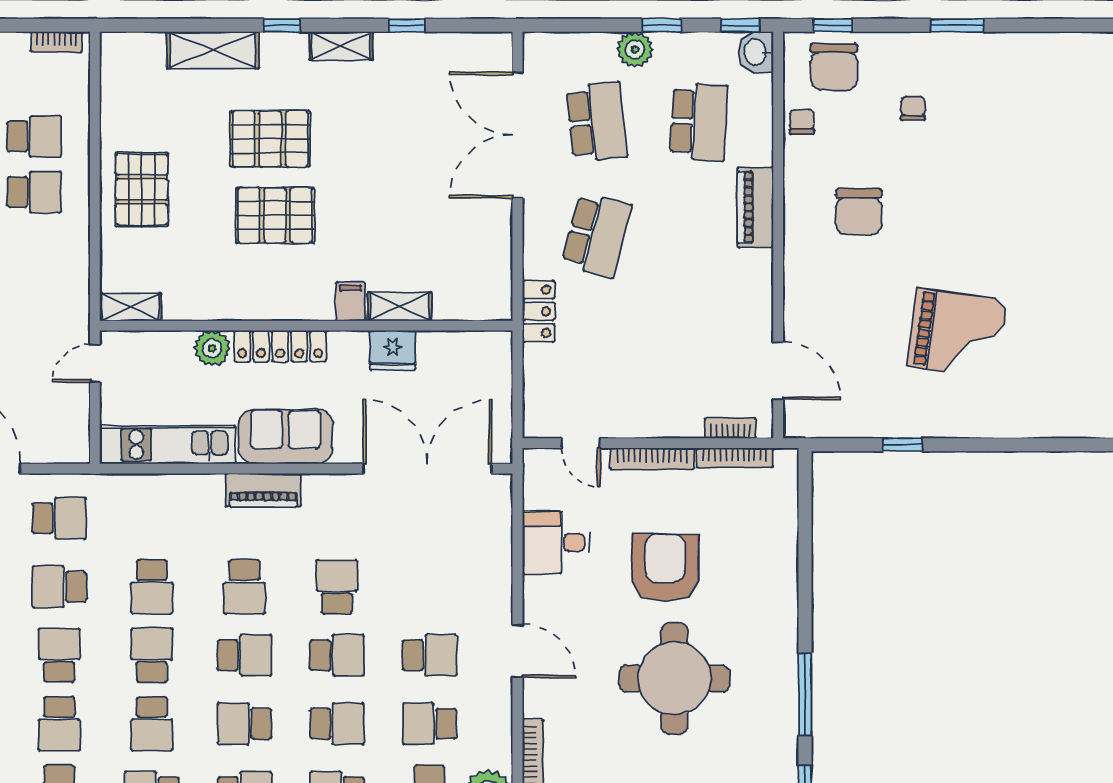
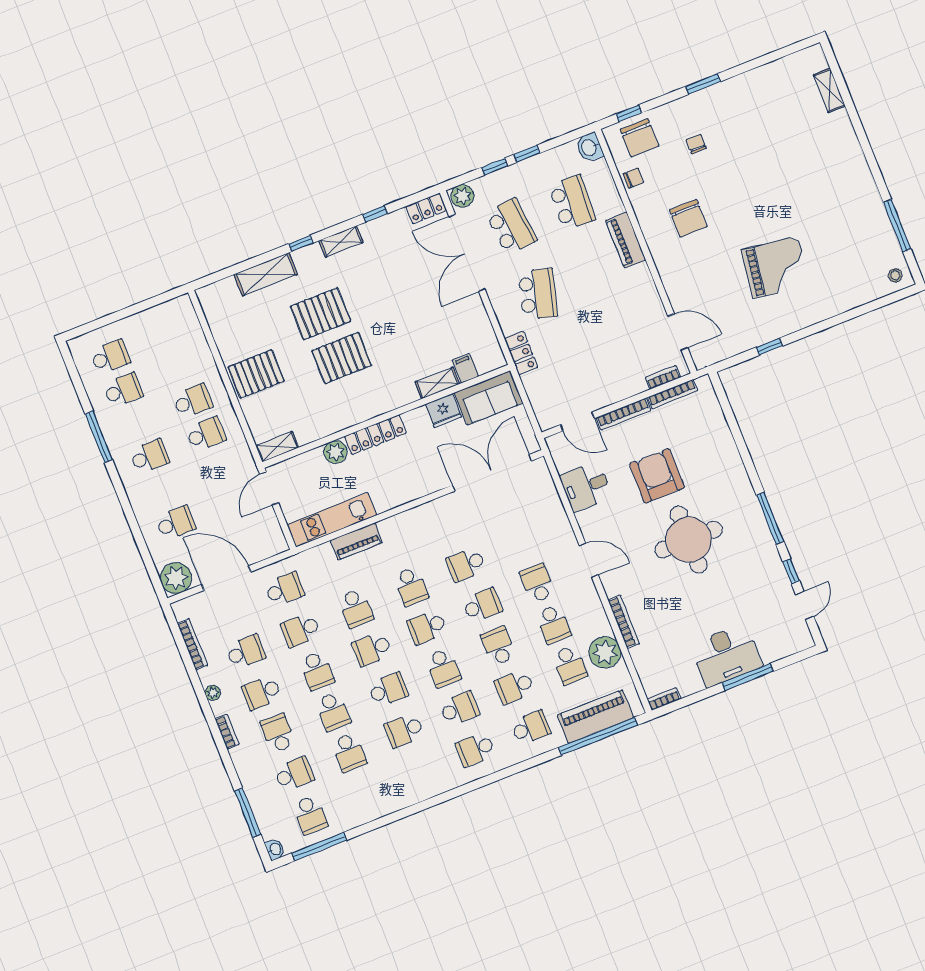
window: (741, 25) -> (494, 167), moved
bookcase: (57, 42) -> (171, 306), removed
locker: (483, 47) -> (426, 208), added
plant: (635, 49) -> (462, 196), moved
chair: (802, 122) -> (633, 178), turned 90
school desk: (34, 136) -> (206, 434), moved
pallet: (142, 189) -> (256, 374), turned 90
filing cabinet: (351, 301) -> (465, 368), moved
door: (95, 363) -> (269, 489), width x1.38
sofa: (286, 436) -> (489, 398), moved, turned 180
door: (581, 443) -> (577, 422), width x1.38
piano: (263, 490) -> (356, 541), moved
school desk: (337, 587) -> (466, 565), turned -90
school desk: (59, 655) -> (317, 671), turned 180
school desk: (152, 655) -> (372, 649), turned -90
school desk: (244, 655) -> (427, 627), turned 180
school desk: (430, 655) -> (537, 583), turned -90
school desk: (152, 724) -> (388, 690), turned -90
school desk: (244, 724) -> (443, 668), turned -90
school desk: (337, 724) -> (498, 646), turned -90
school desk: (430, 724) -> (553, 624), turned -90

